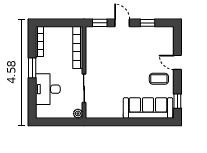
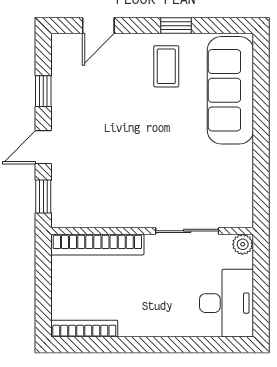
door: (177, 62) -> (98, 26), moved
window: (32, 68) -> (142, 345), removed
desk: (48, 89) -> (226, 303), moved, turned -90
window: (177, 101) -> (176, 26), moved

